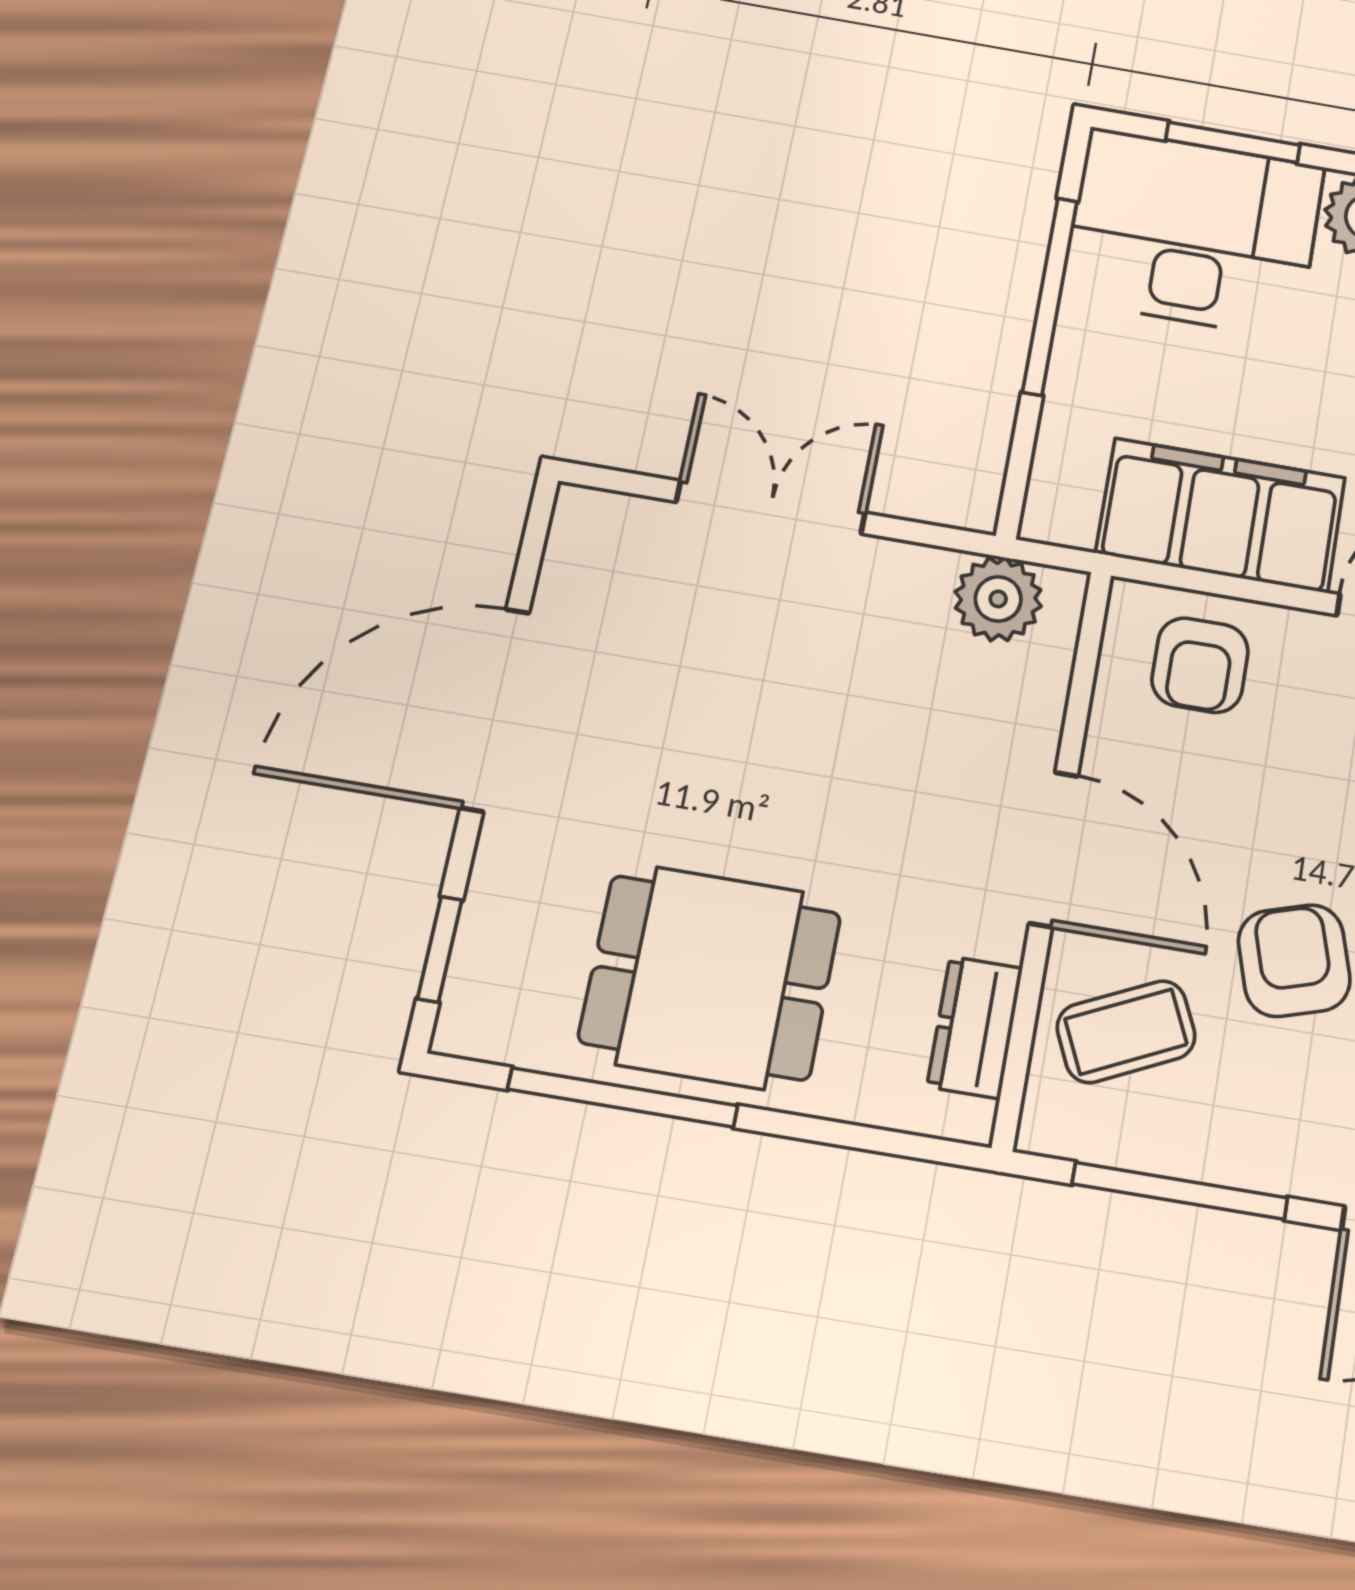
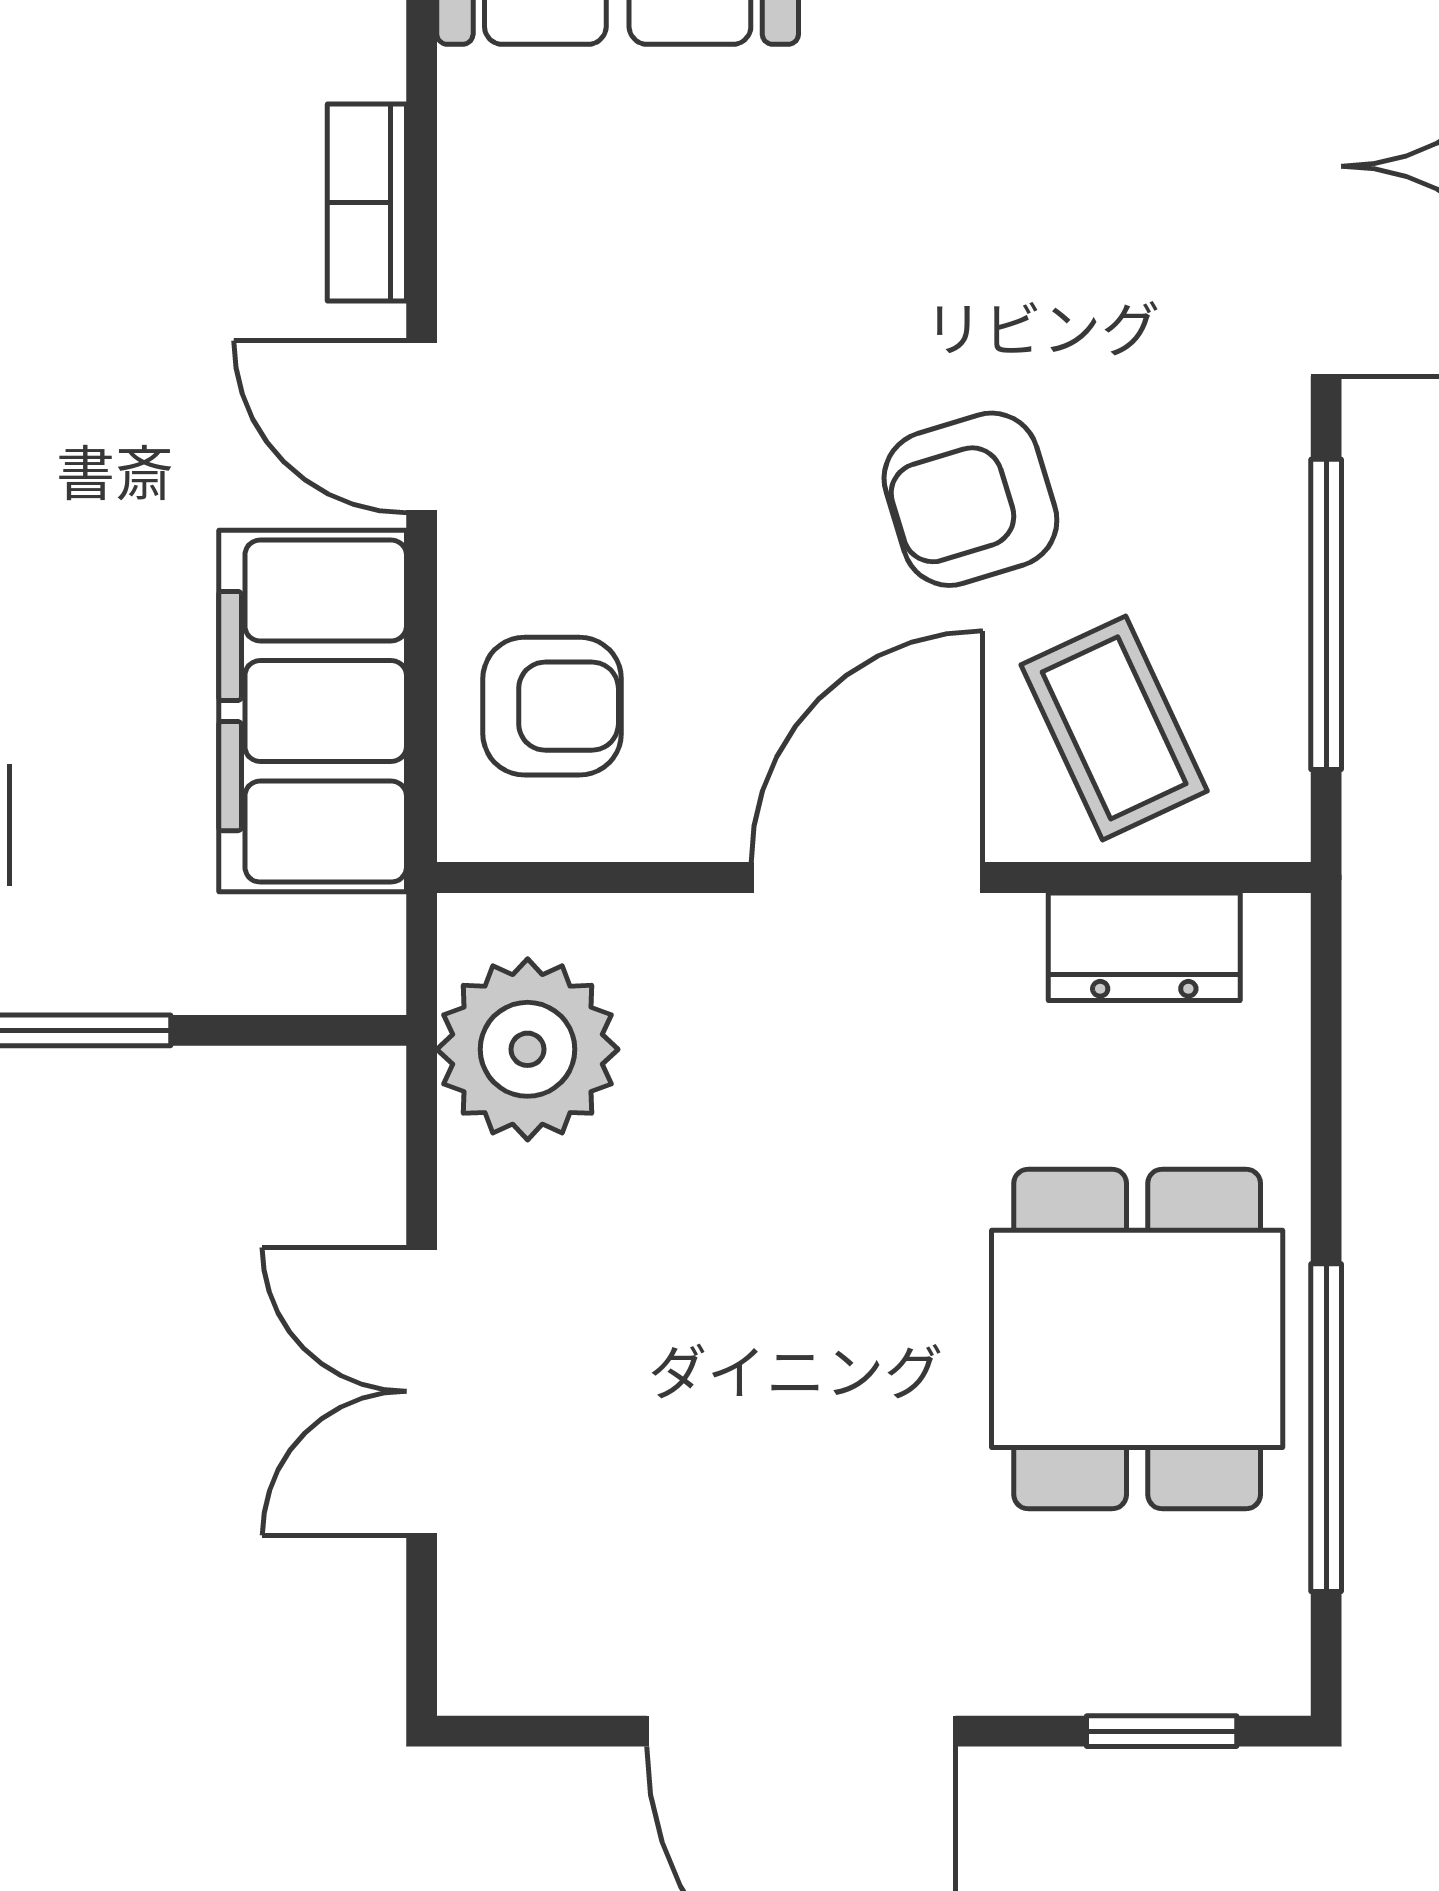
plant: (998, 599) -> (528, 1049), width x1.36, depth x1.36

